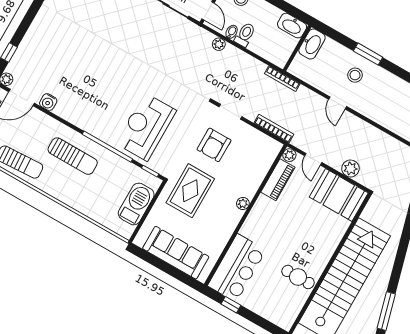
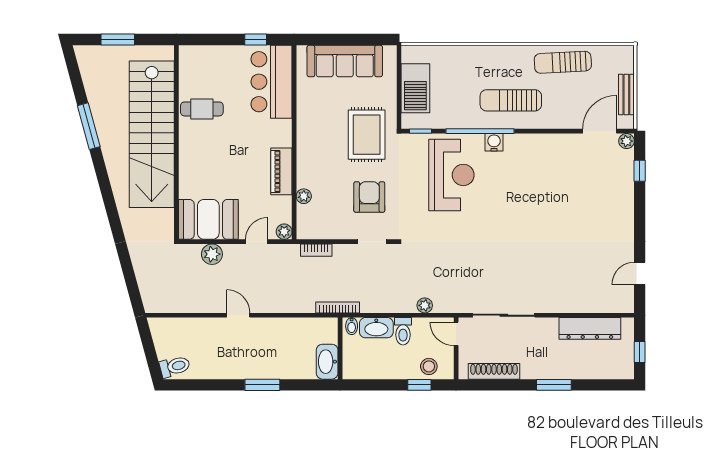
washbasin: (292, 26) -> (376, 328), moved, turned 180
bidet: (232, 32) -> (352, 326), moved
stool: (355, 75) -> (263, 355), removed
water cooler: (48, 102) -> (494, 142), moved
door: (338, 103) -> (238, 315), moved
bookcase: (274, 129) -> (316, 250), width x0.64
door: (313, 159) -> (257, 242), hinge flipped
piano: (278, 180) -> (281, 171), moved
plant: (243, 204) -> (304, 196), moved

